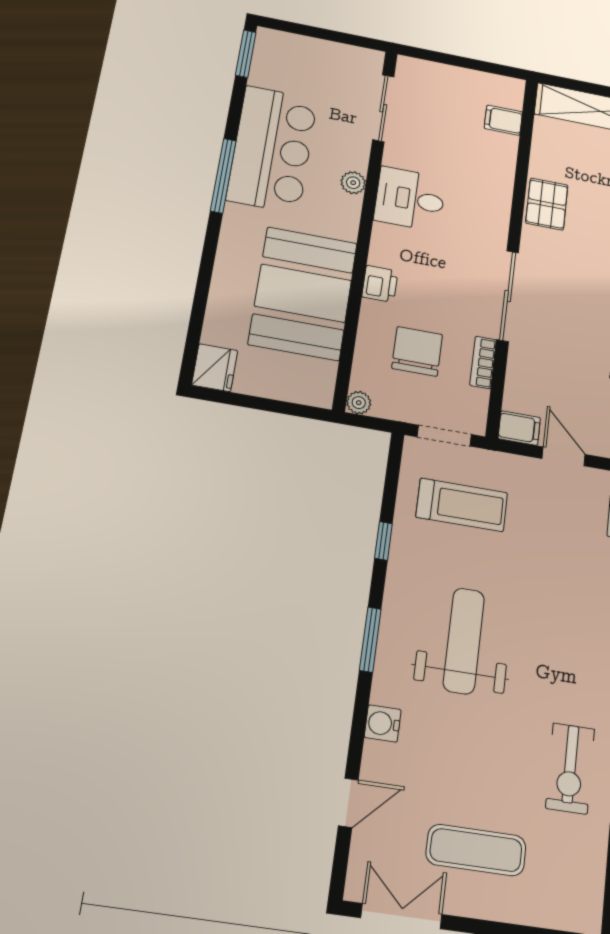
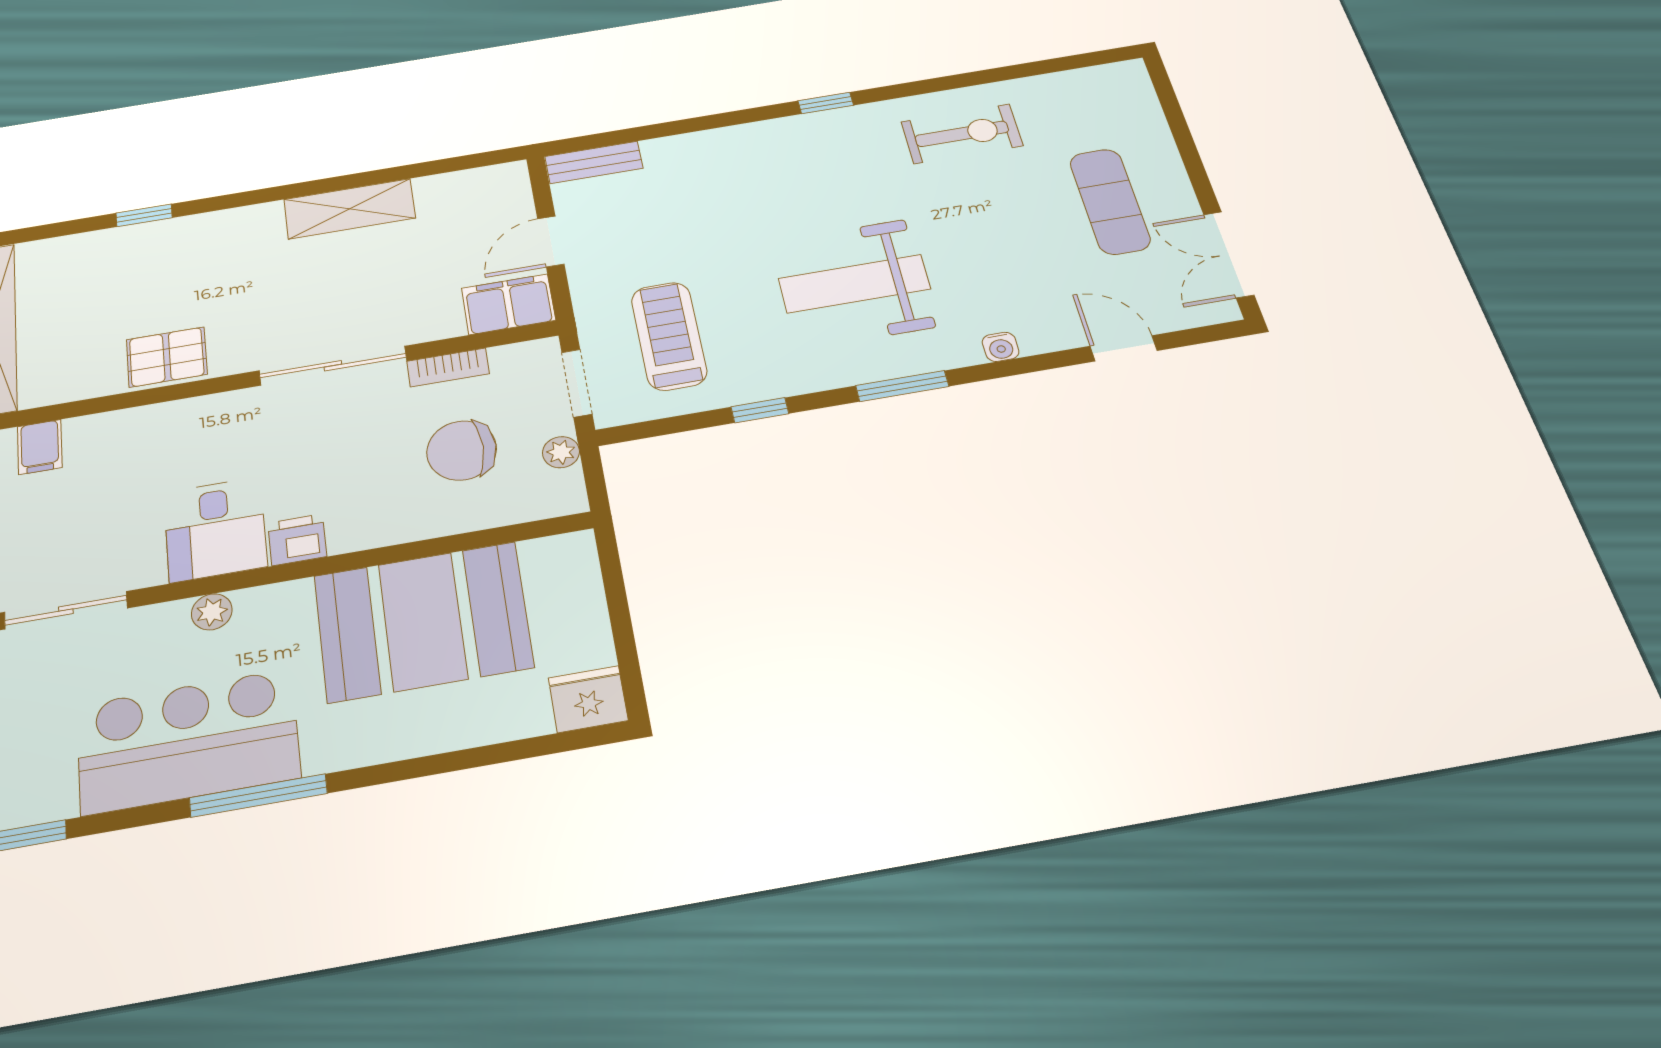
printer: (380, 284) -> (297, 540), moved
plant: (359, 403) -> (561, 452), moved
filing cabinet: (519, 428) -> (508, 304), width x2.00
water cooler: (383, 723) -> (1001, 347), width x0.72, depth x0.72

